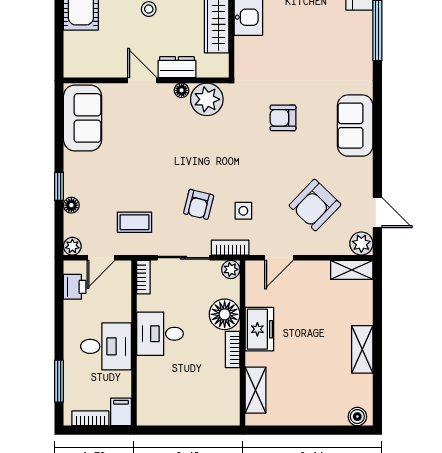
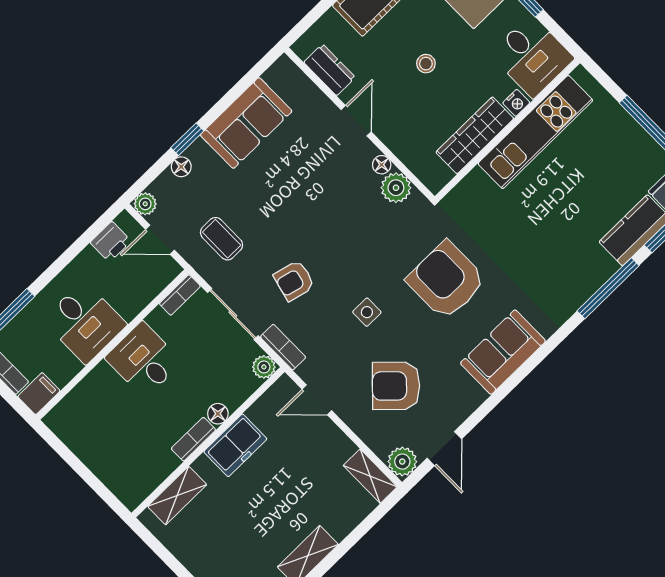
dresser: (177, 67) -> (330, 70), moved
plant: (207, 99) -> (396, 188), width x0.73, depth x0.73
sofa: (83, 118) -> (246, 123), moved
armchair: (283, 118) -> (446, 280), width x1.88, depth x1.88
side table: (243, 211) -> (367, 312), moved
floor lamp: (225, 314) -> (218, 414), width x0.53, depth x0.53

